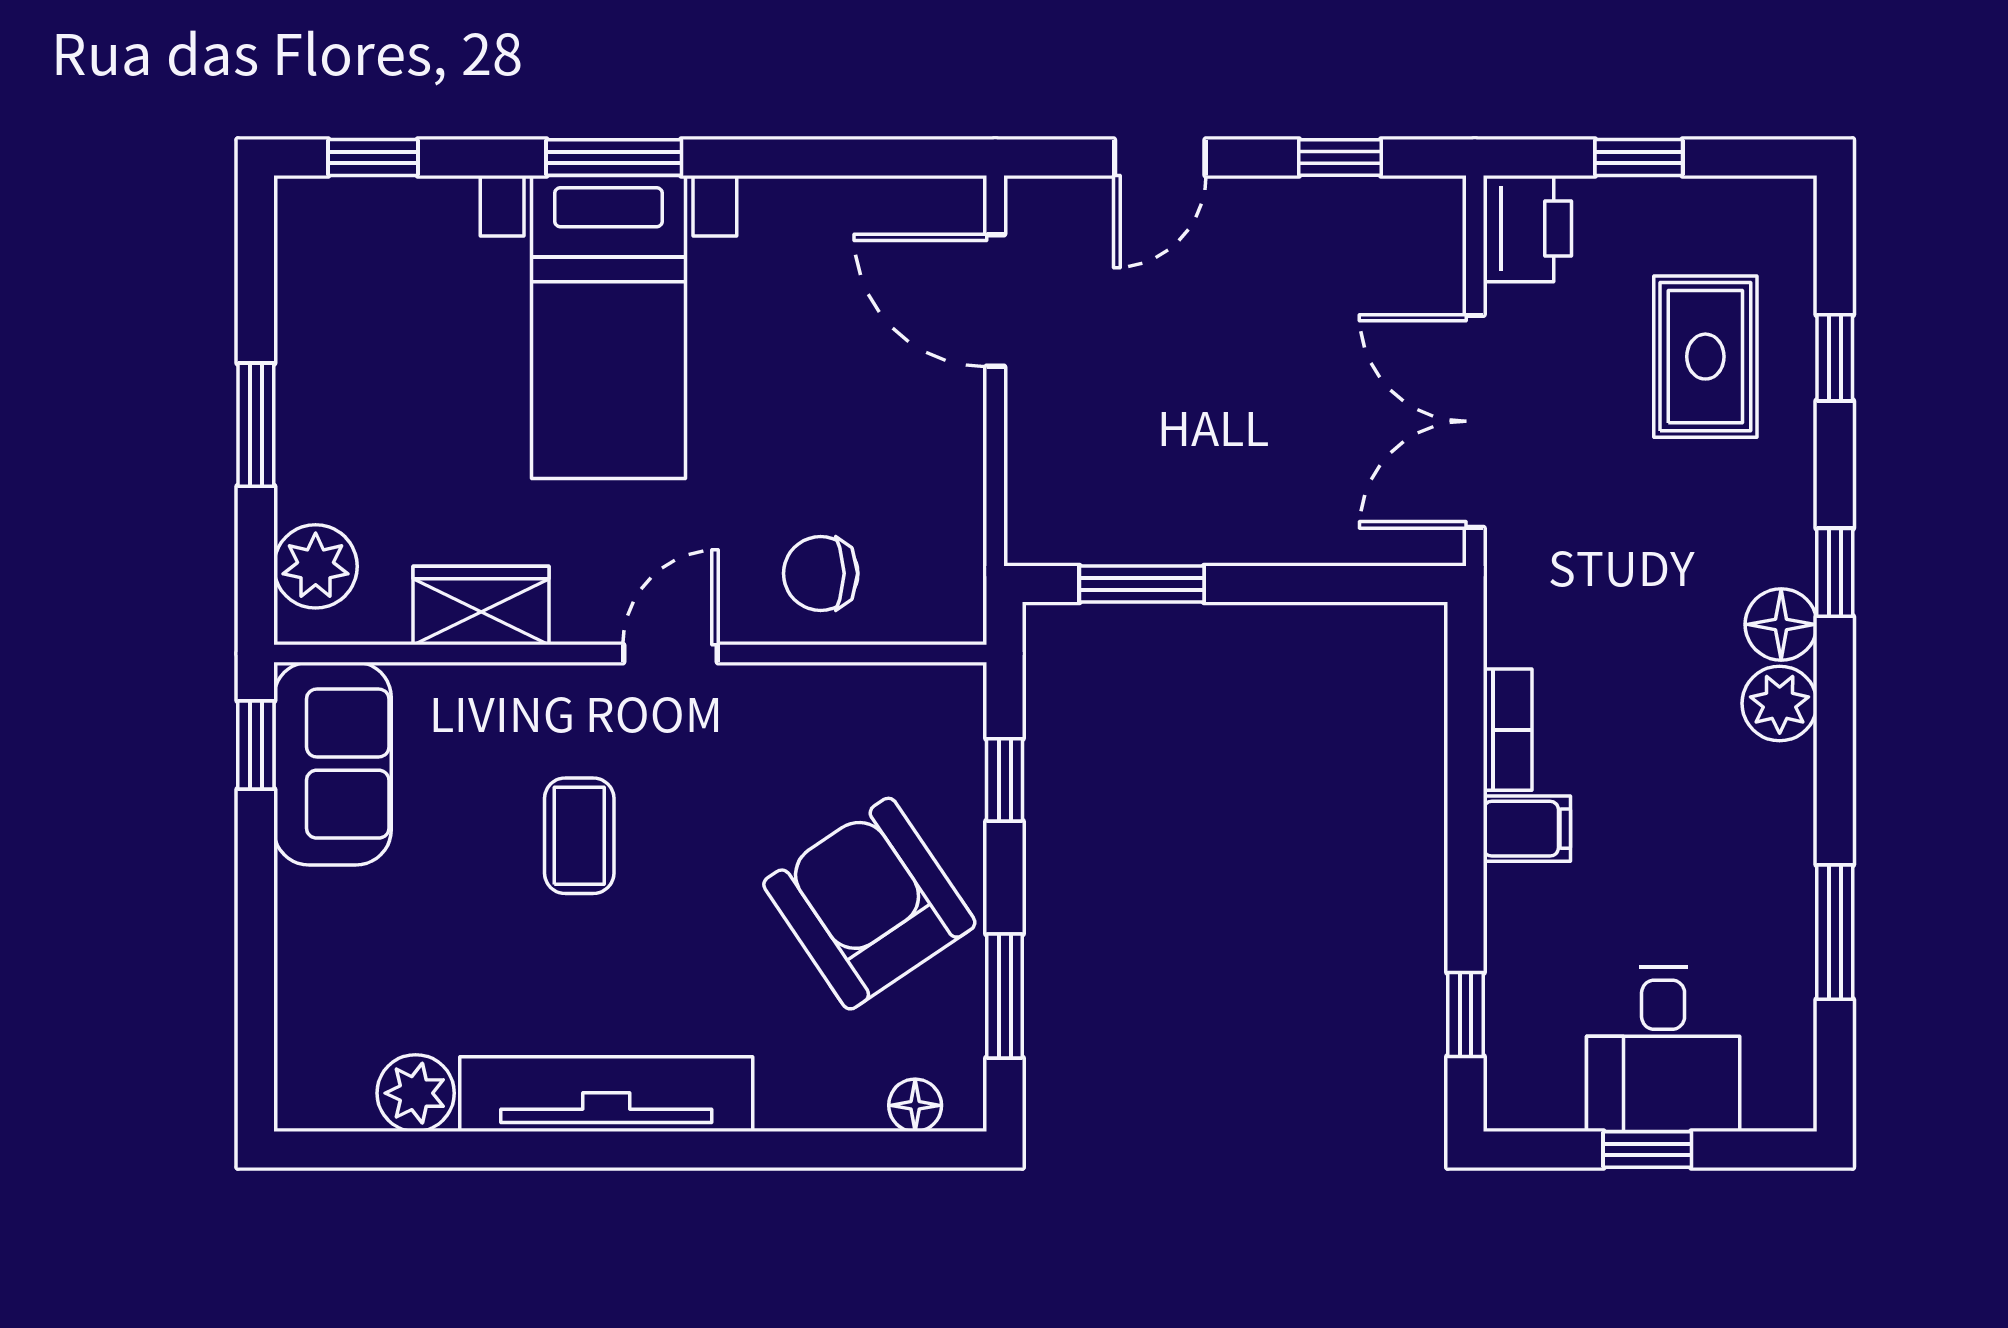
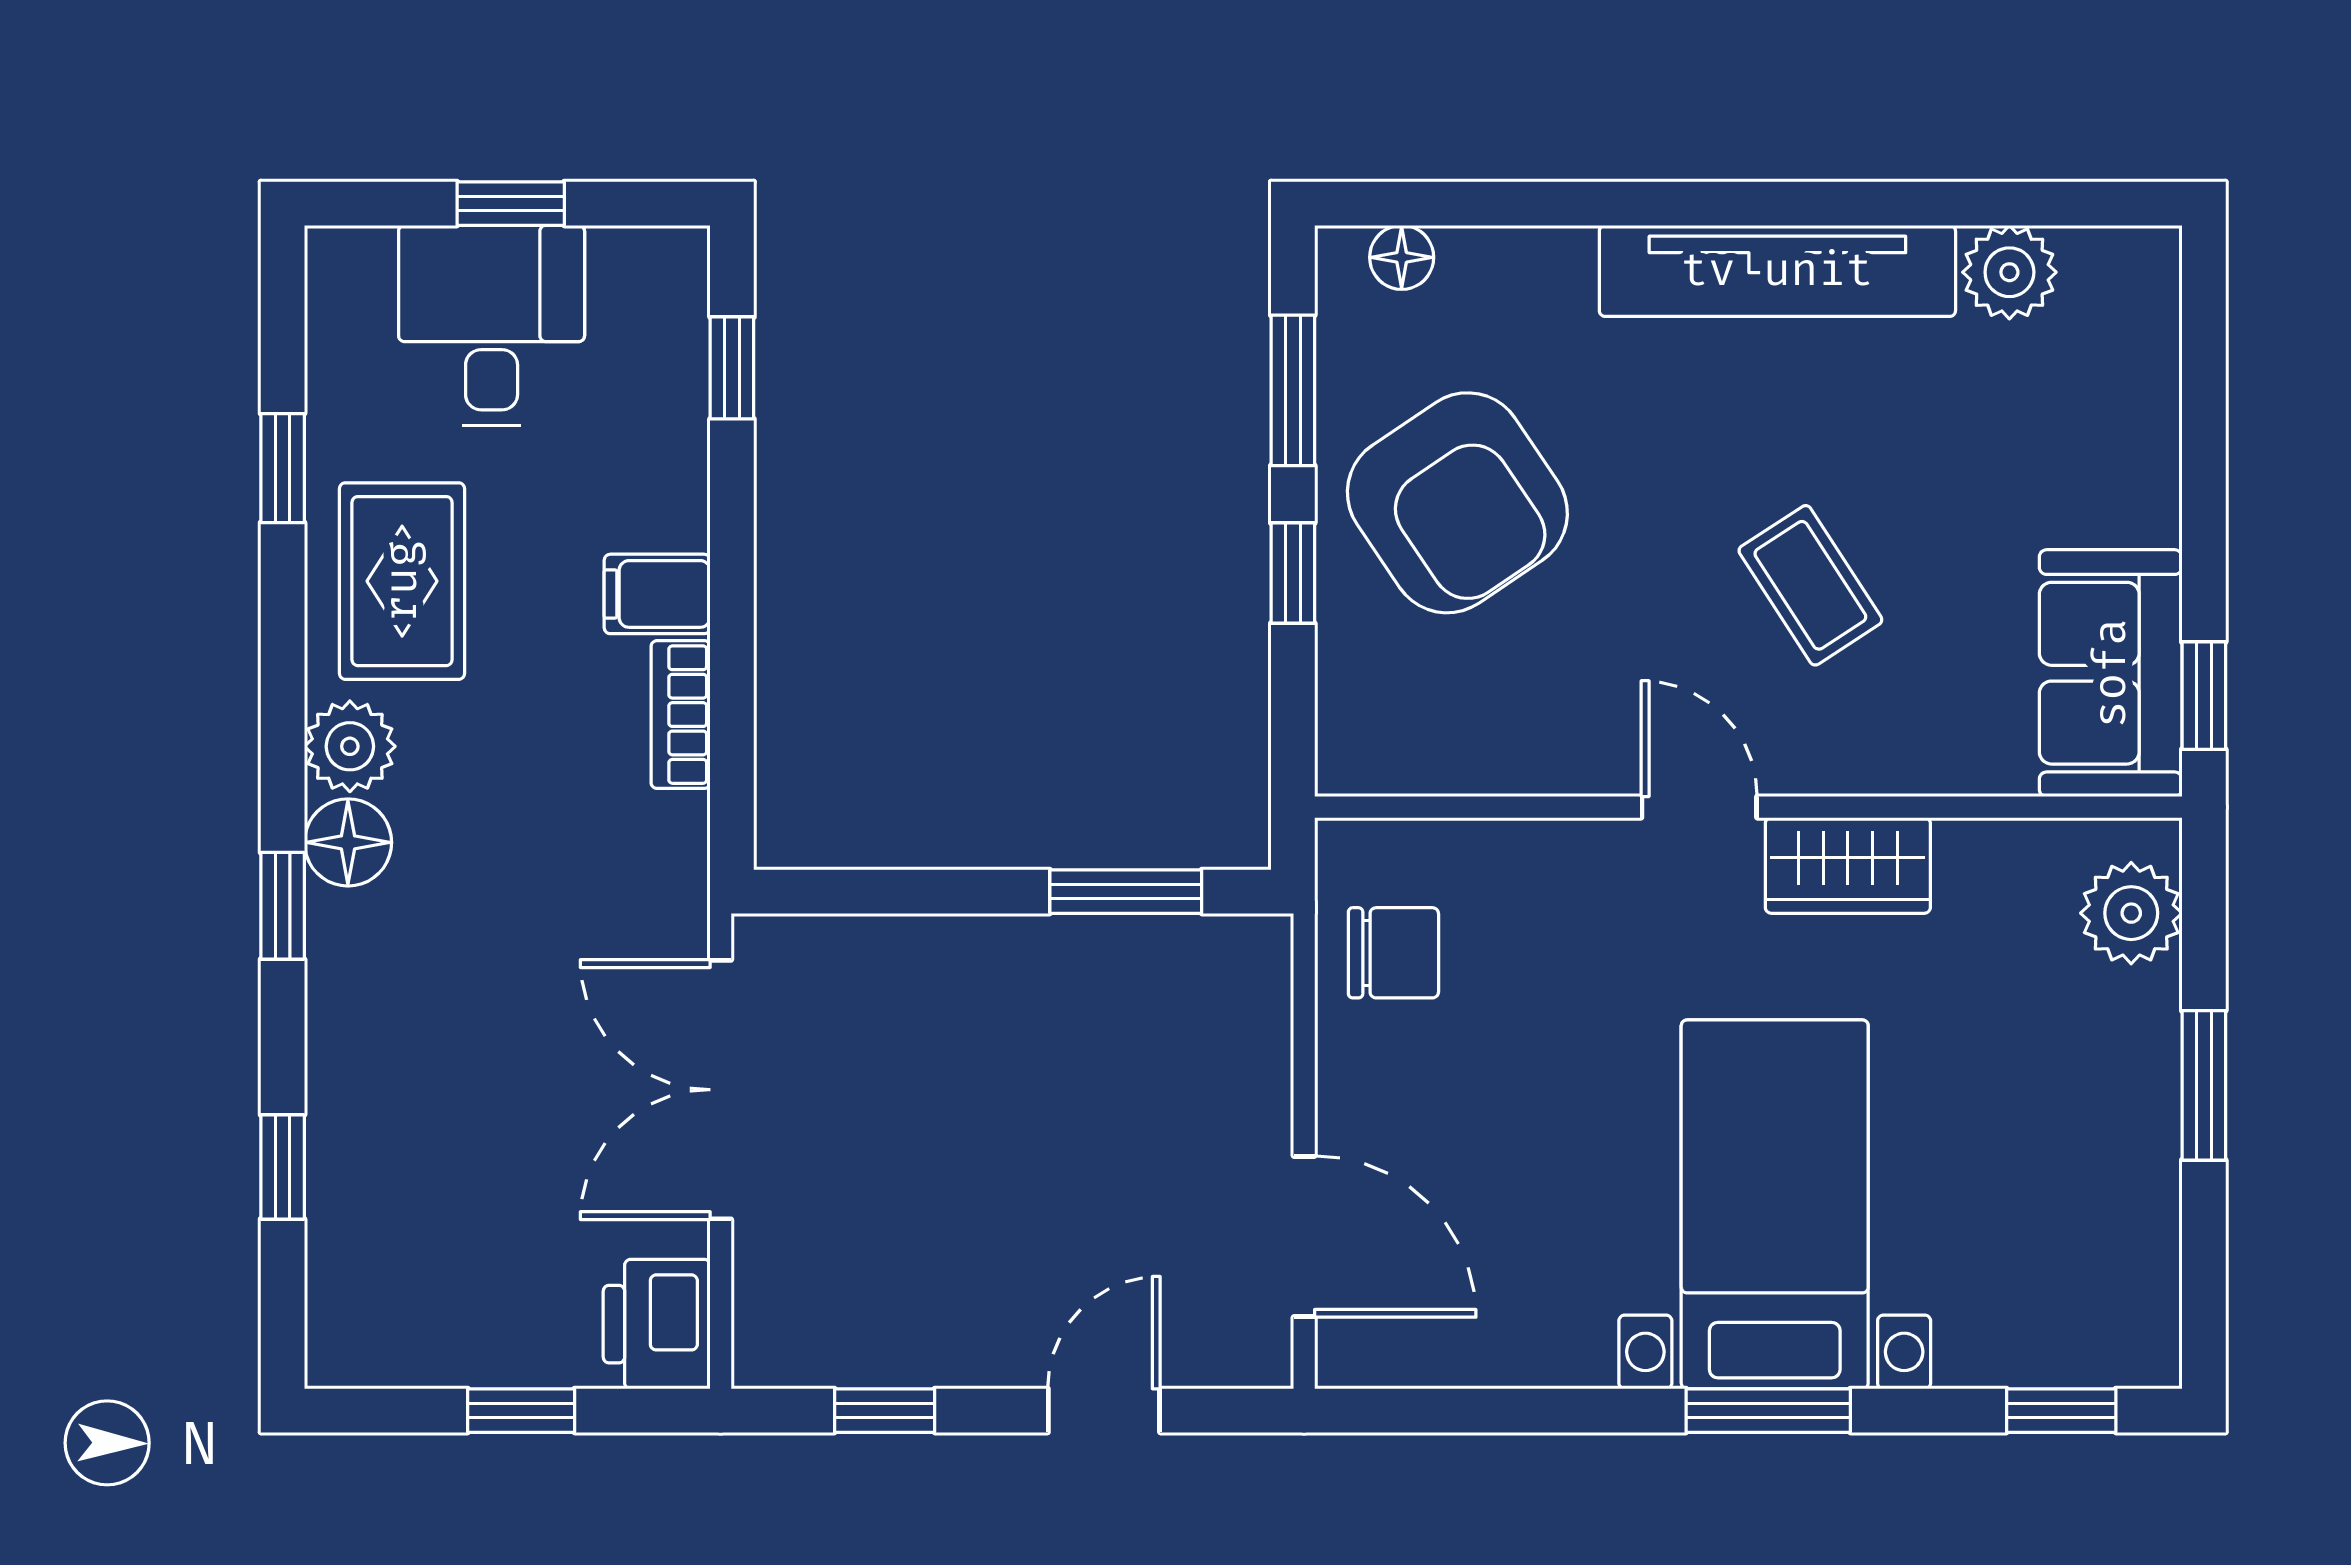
rug: (1705, 357) -> (402, 581), moved
double door: (1475, 421) -> (721, 1090), swing flipped
chair: (821, 573) -> (1393, 953), moved
wardrobe: (481, 606) -> (1848, 865), moved
door: (671, 654) -> (1699, 807), swing flipped
window: (1005, 780) -> (1293, 573), moved
coffee table: (579, 836) -> (1810, 585), turned -33
window: (1835, 932) -> (283, 468), width x0.67

